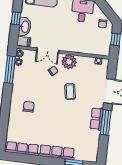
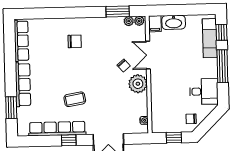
window: (16, 18) -> (183, 10), removed
window: (10, 70) -> (118, 11), width x0.69
coffee table: (70, 92) -> (75, 99), moved
row of seats: (97, 119) -> (57, 129), width x2.02
window: (106, 122) -> (69, 140), width x0.46

